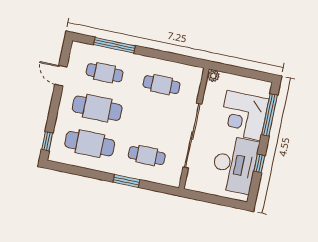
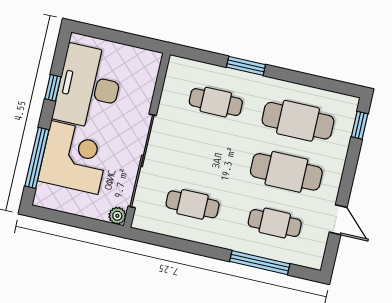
sliding door: (192, 136) -> (142, 161), moved

